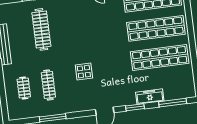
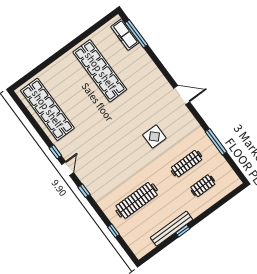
shop shelf: (156, 28) -> (74, 90), removed
freezer: (150, 97) -> (125, 35), moved
window: (135, 107) -> (161, 68), removed

